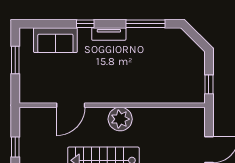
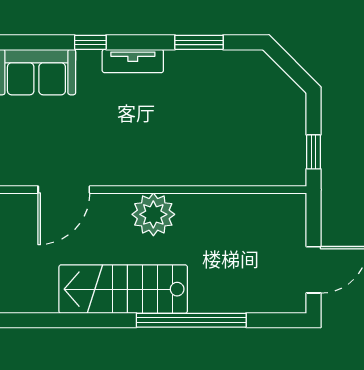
window: (145, 24) -> (199, 42), width x0.69

